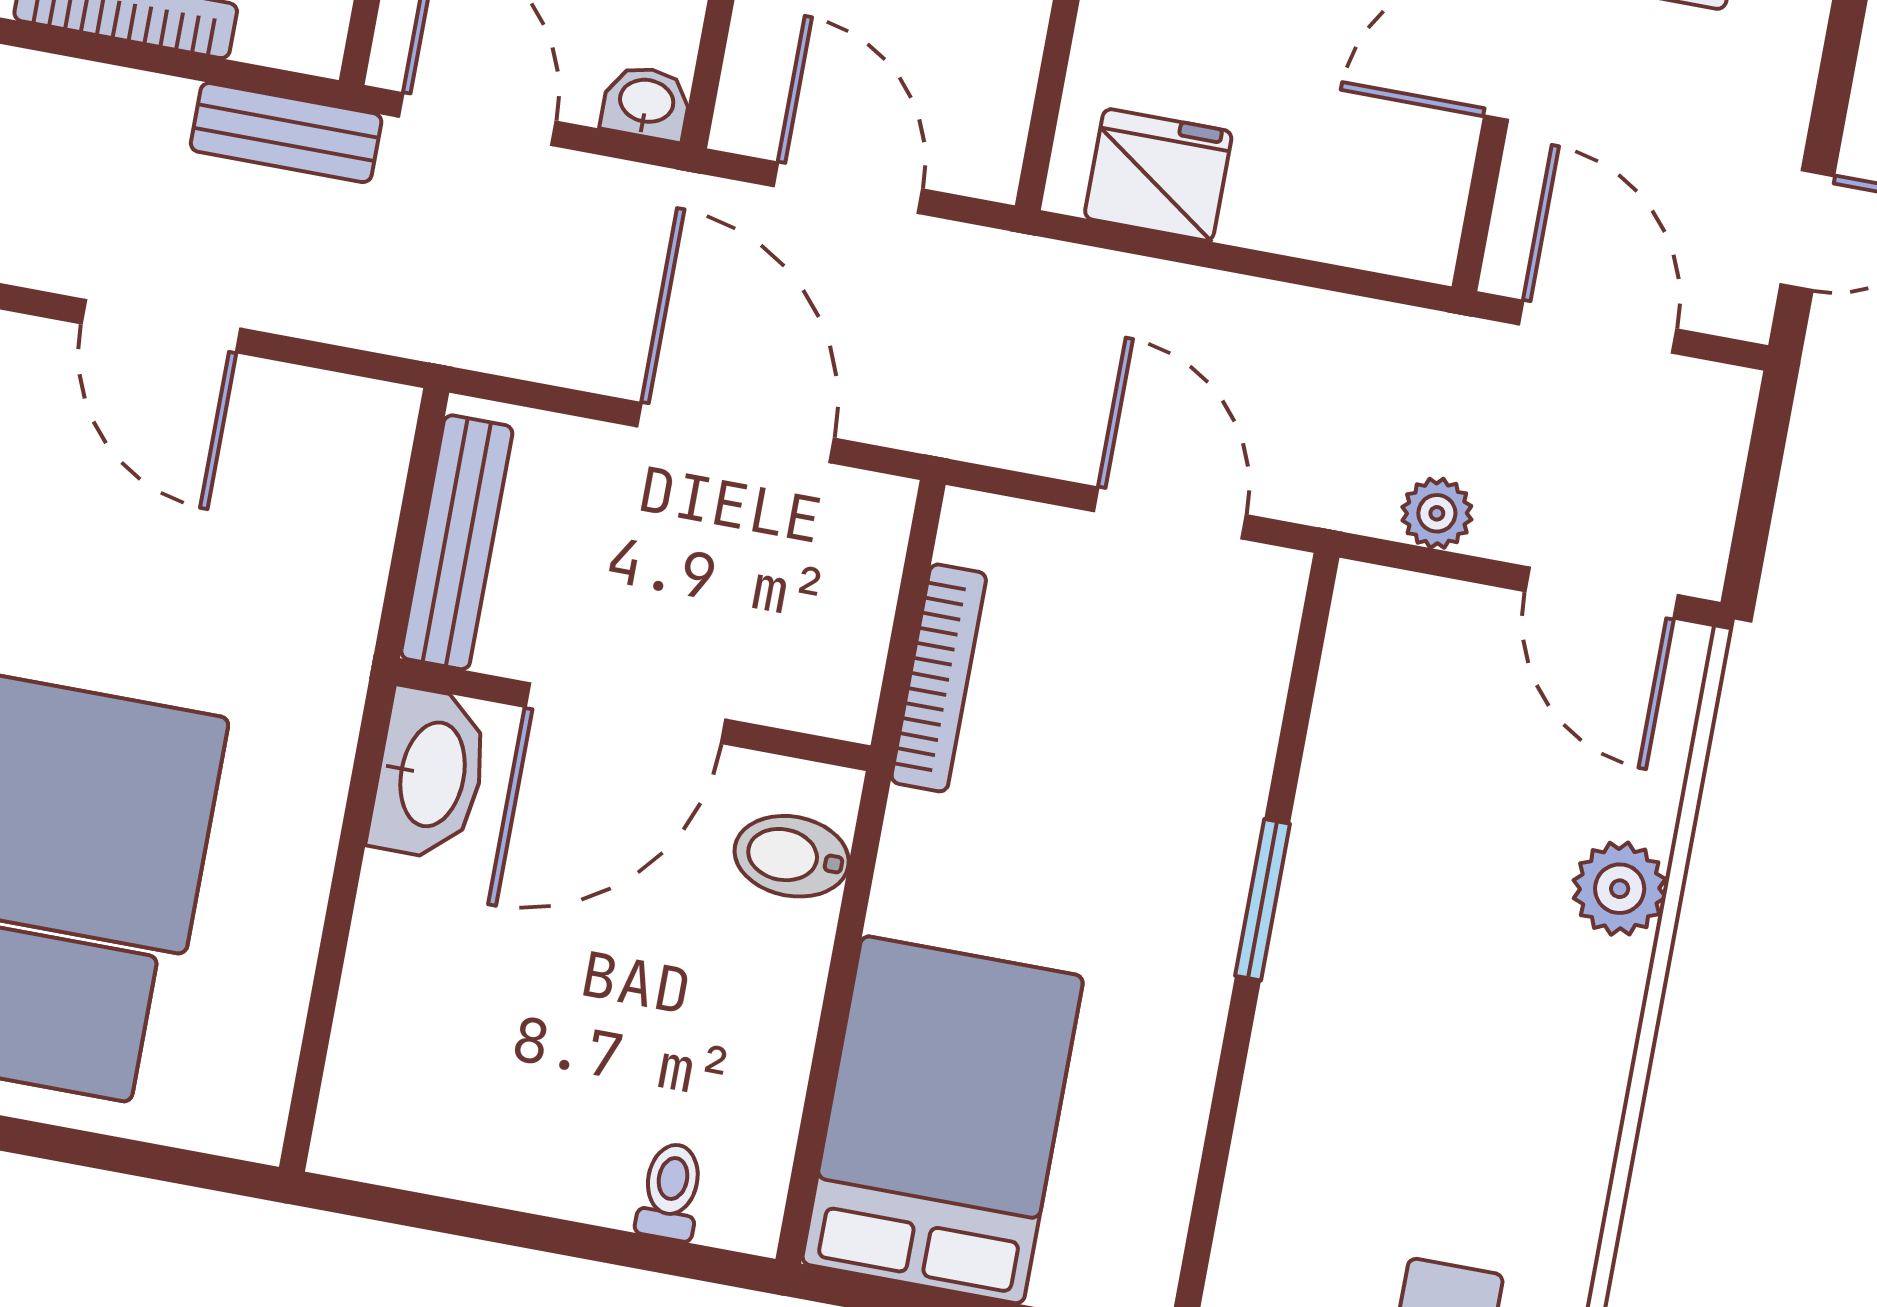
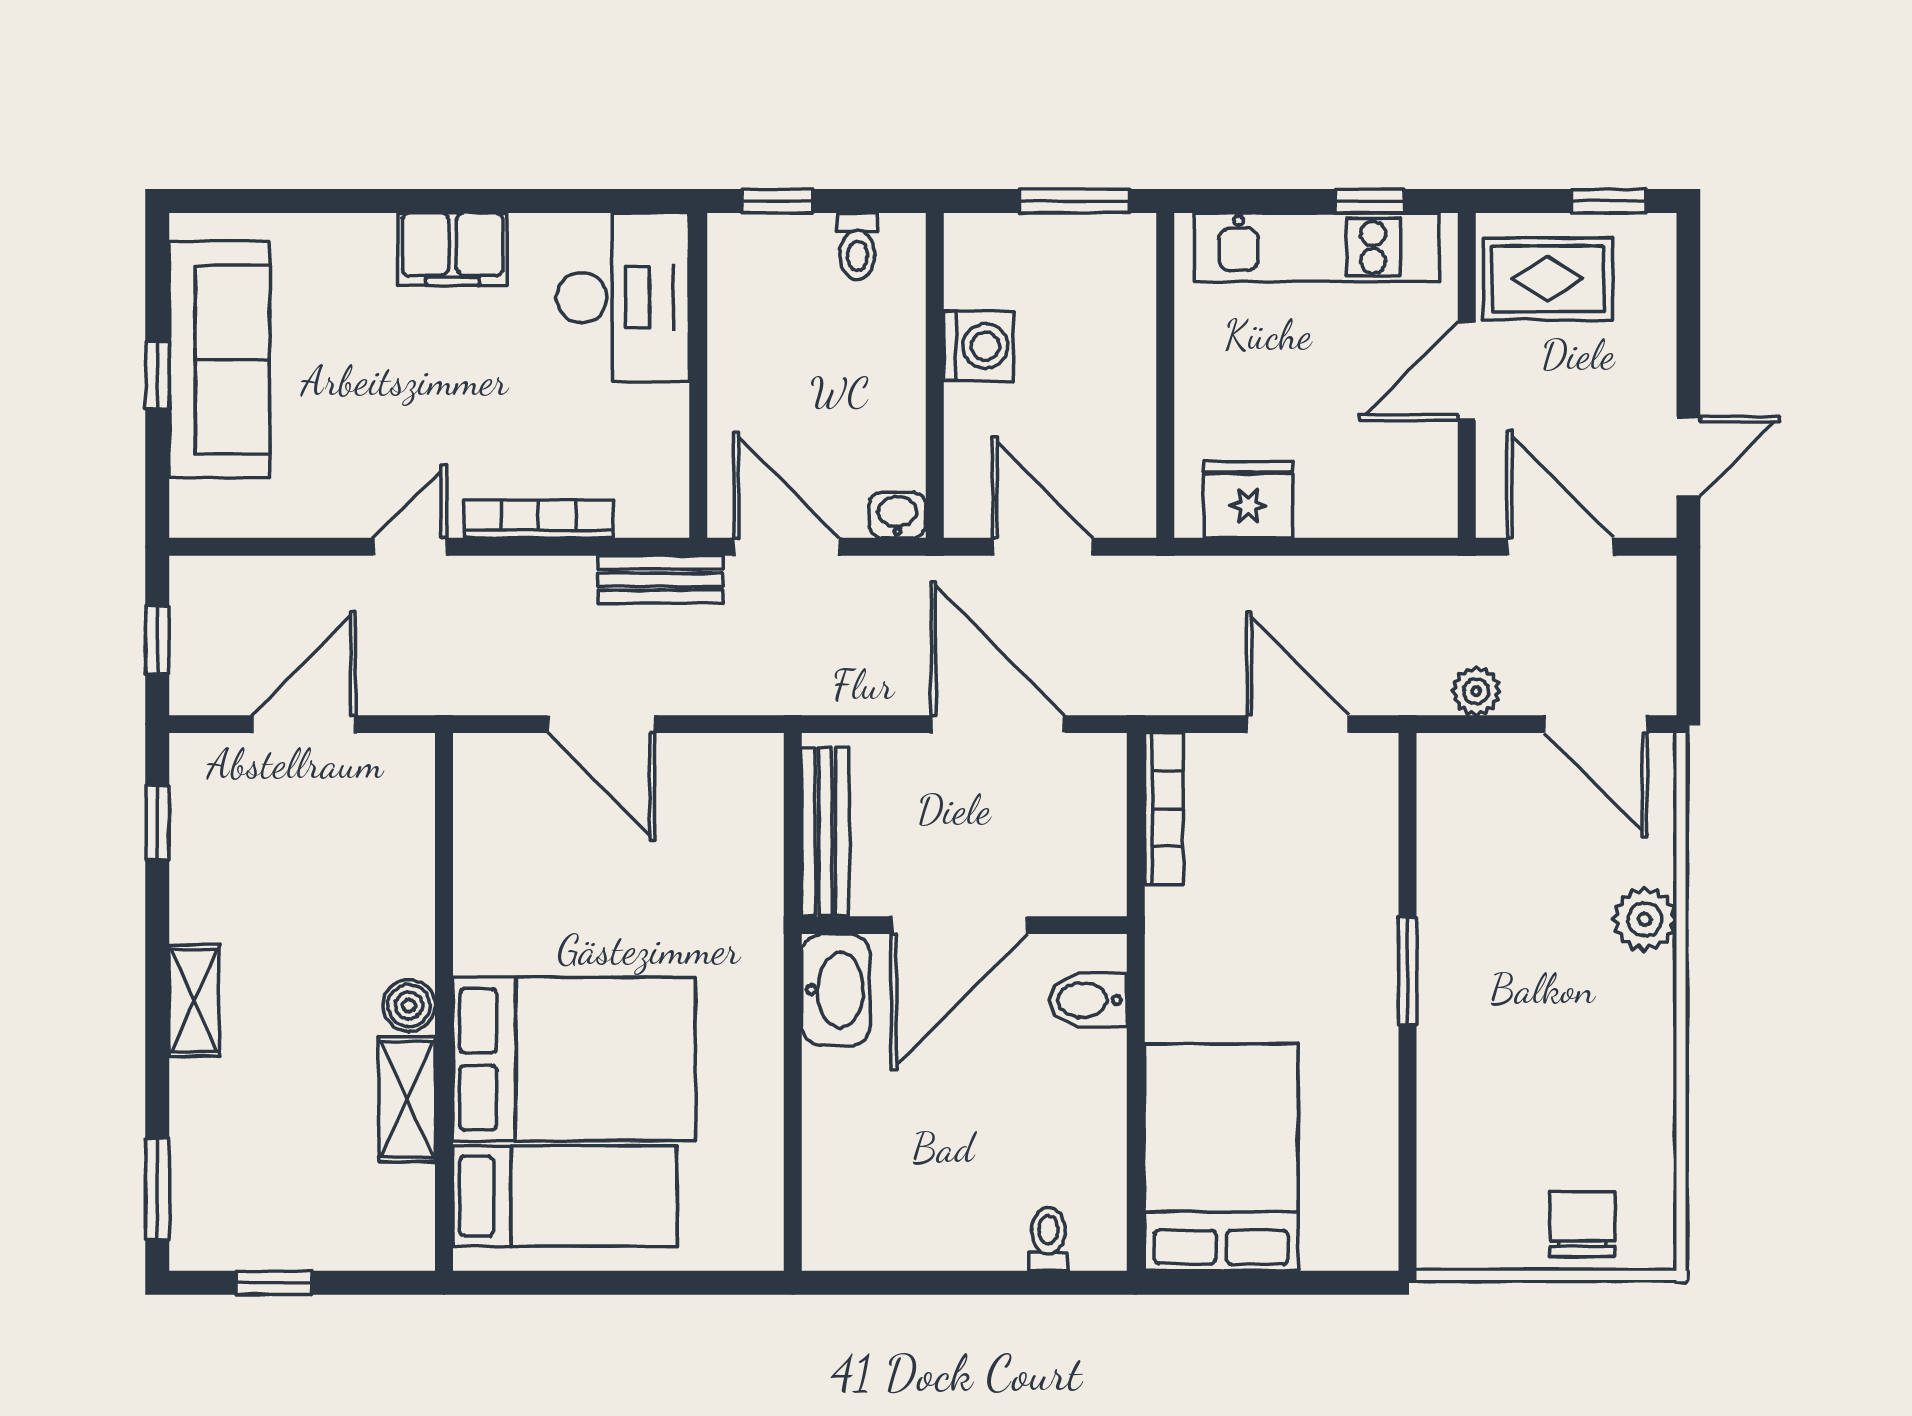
bookcase: (939, 678) -> (1164, 809), moved

